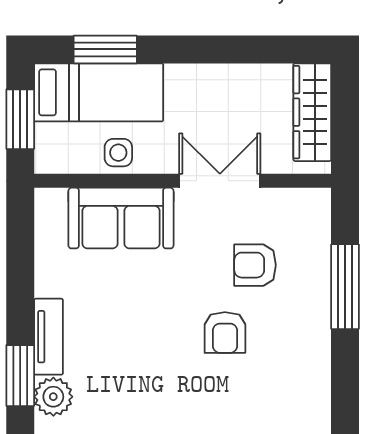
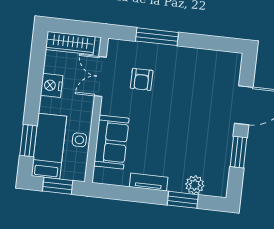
nightstand: (222, 84) -> (52, 85), added
double door: (220, 181) -> (100, 77), moved
armchair: (225, 333) -> (173, 98), removed
tv unit: (49, 337) -> (149, 182), moved

